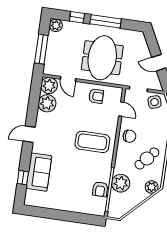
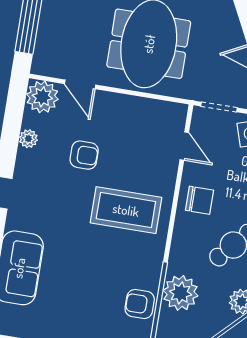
armchair: (96, 96) -> (84, 155), moved
plant: (47, 103) -> (28, 139), width x0.53, depth x0.53
armchair: (100, 189) -> (140, 304), turned 90

